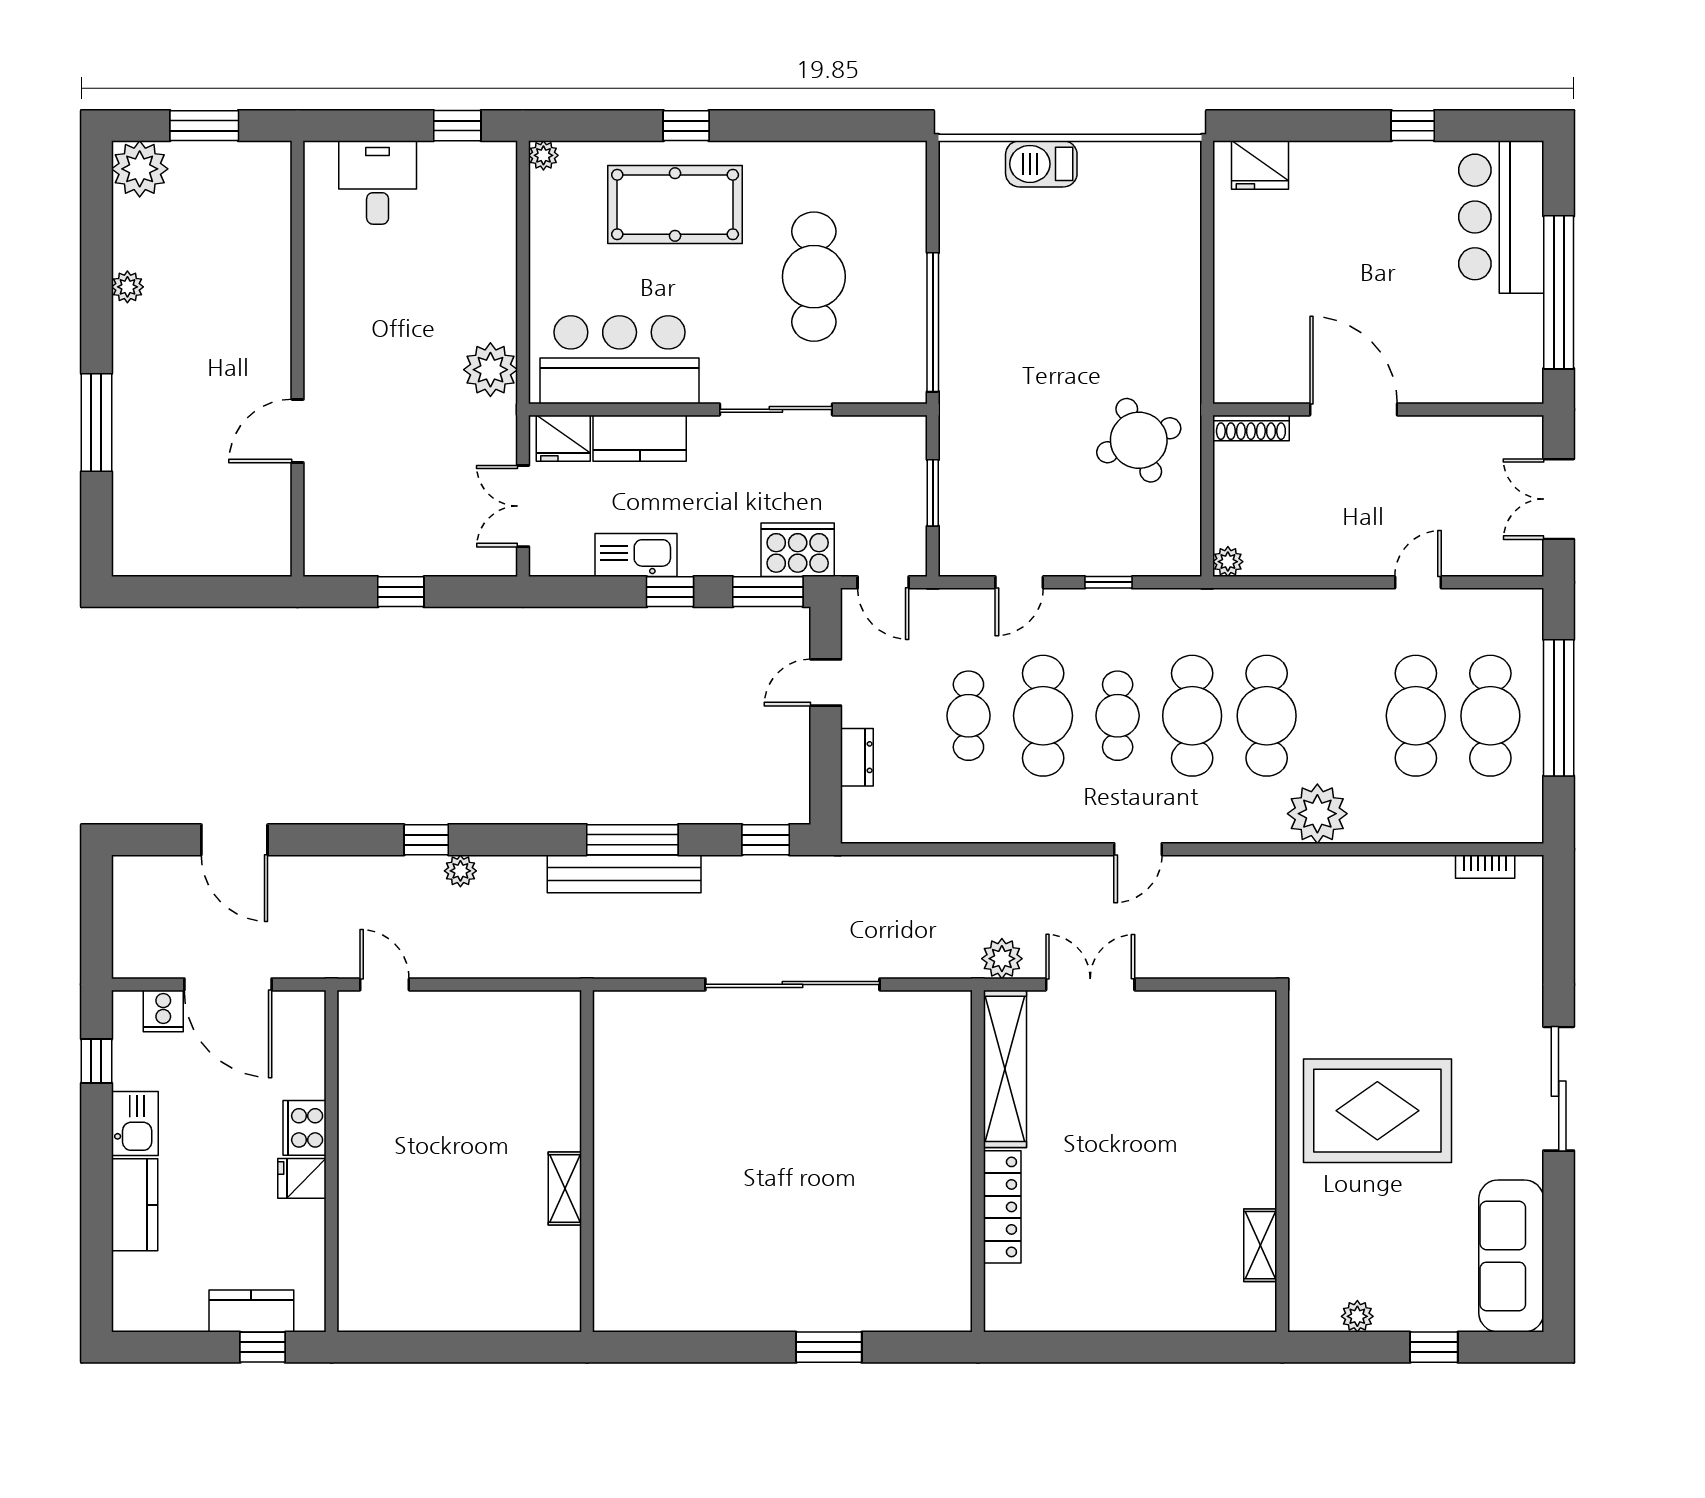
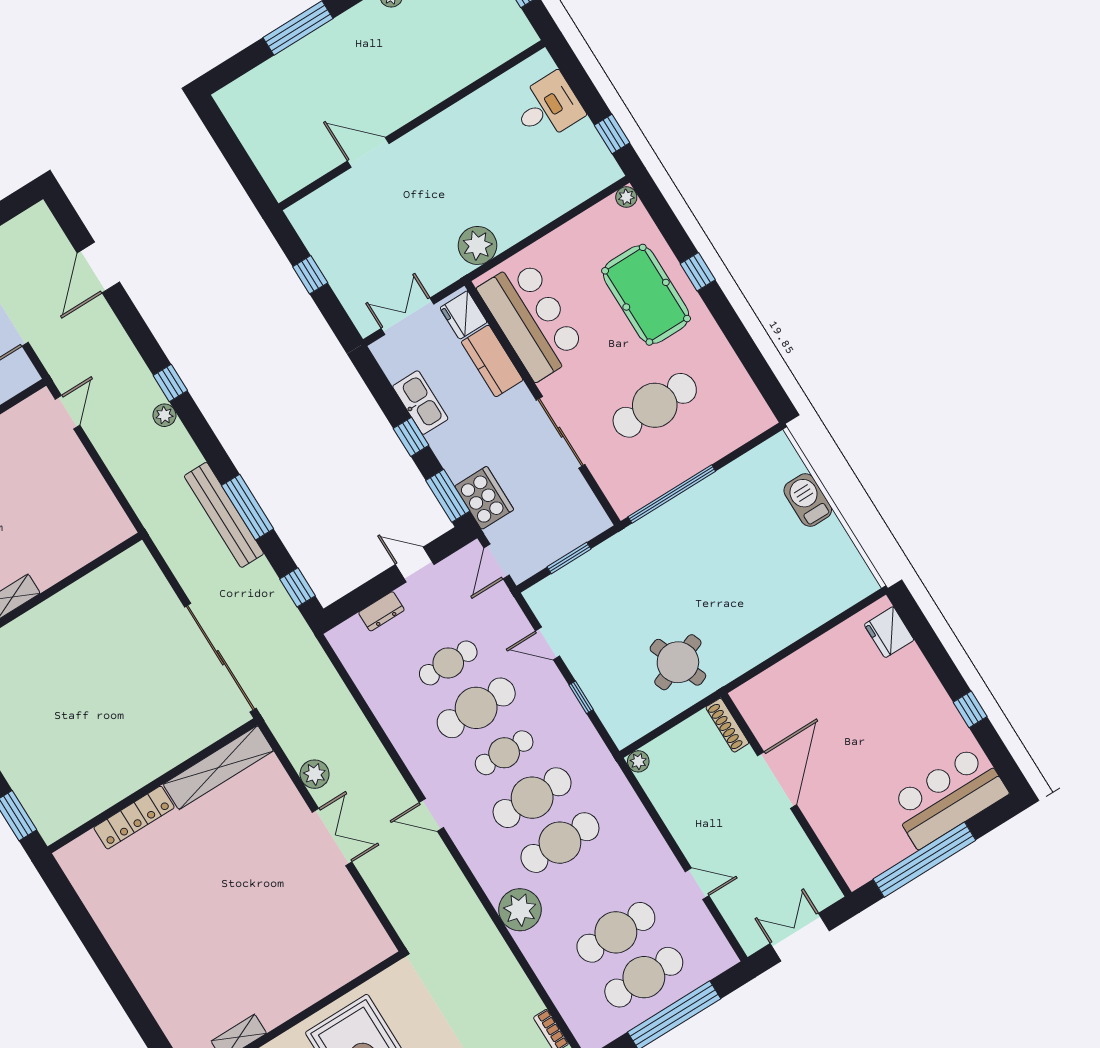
shelving: (1005, 1069) -> (218, 768), moved
wall: (978, 1161) -> (153, 786), moved
locker: (1002, 1207) -> (134, 818), moved

